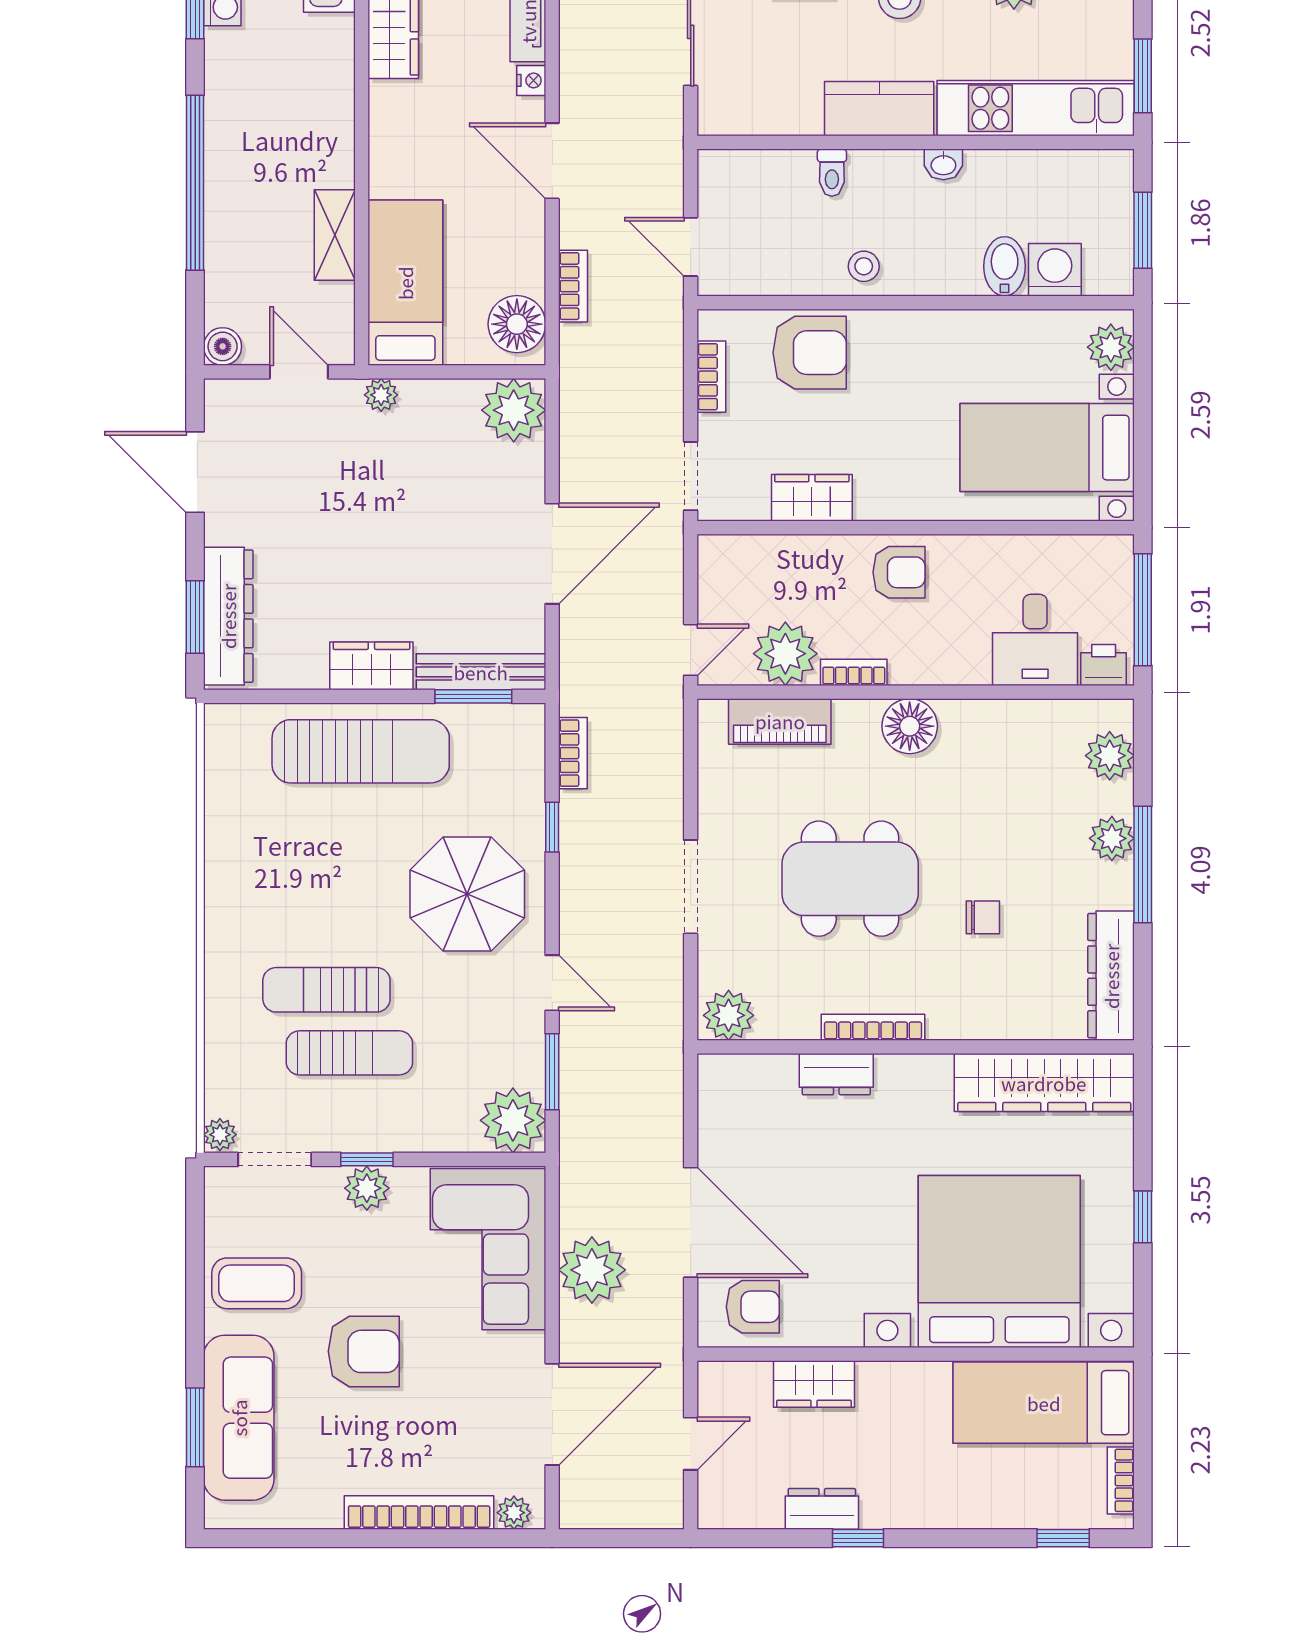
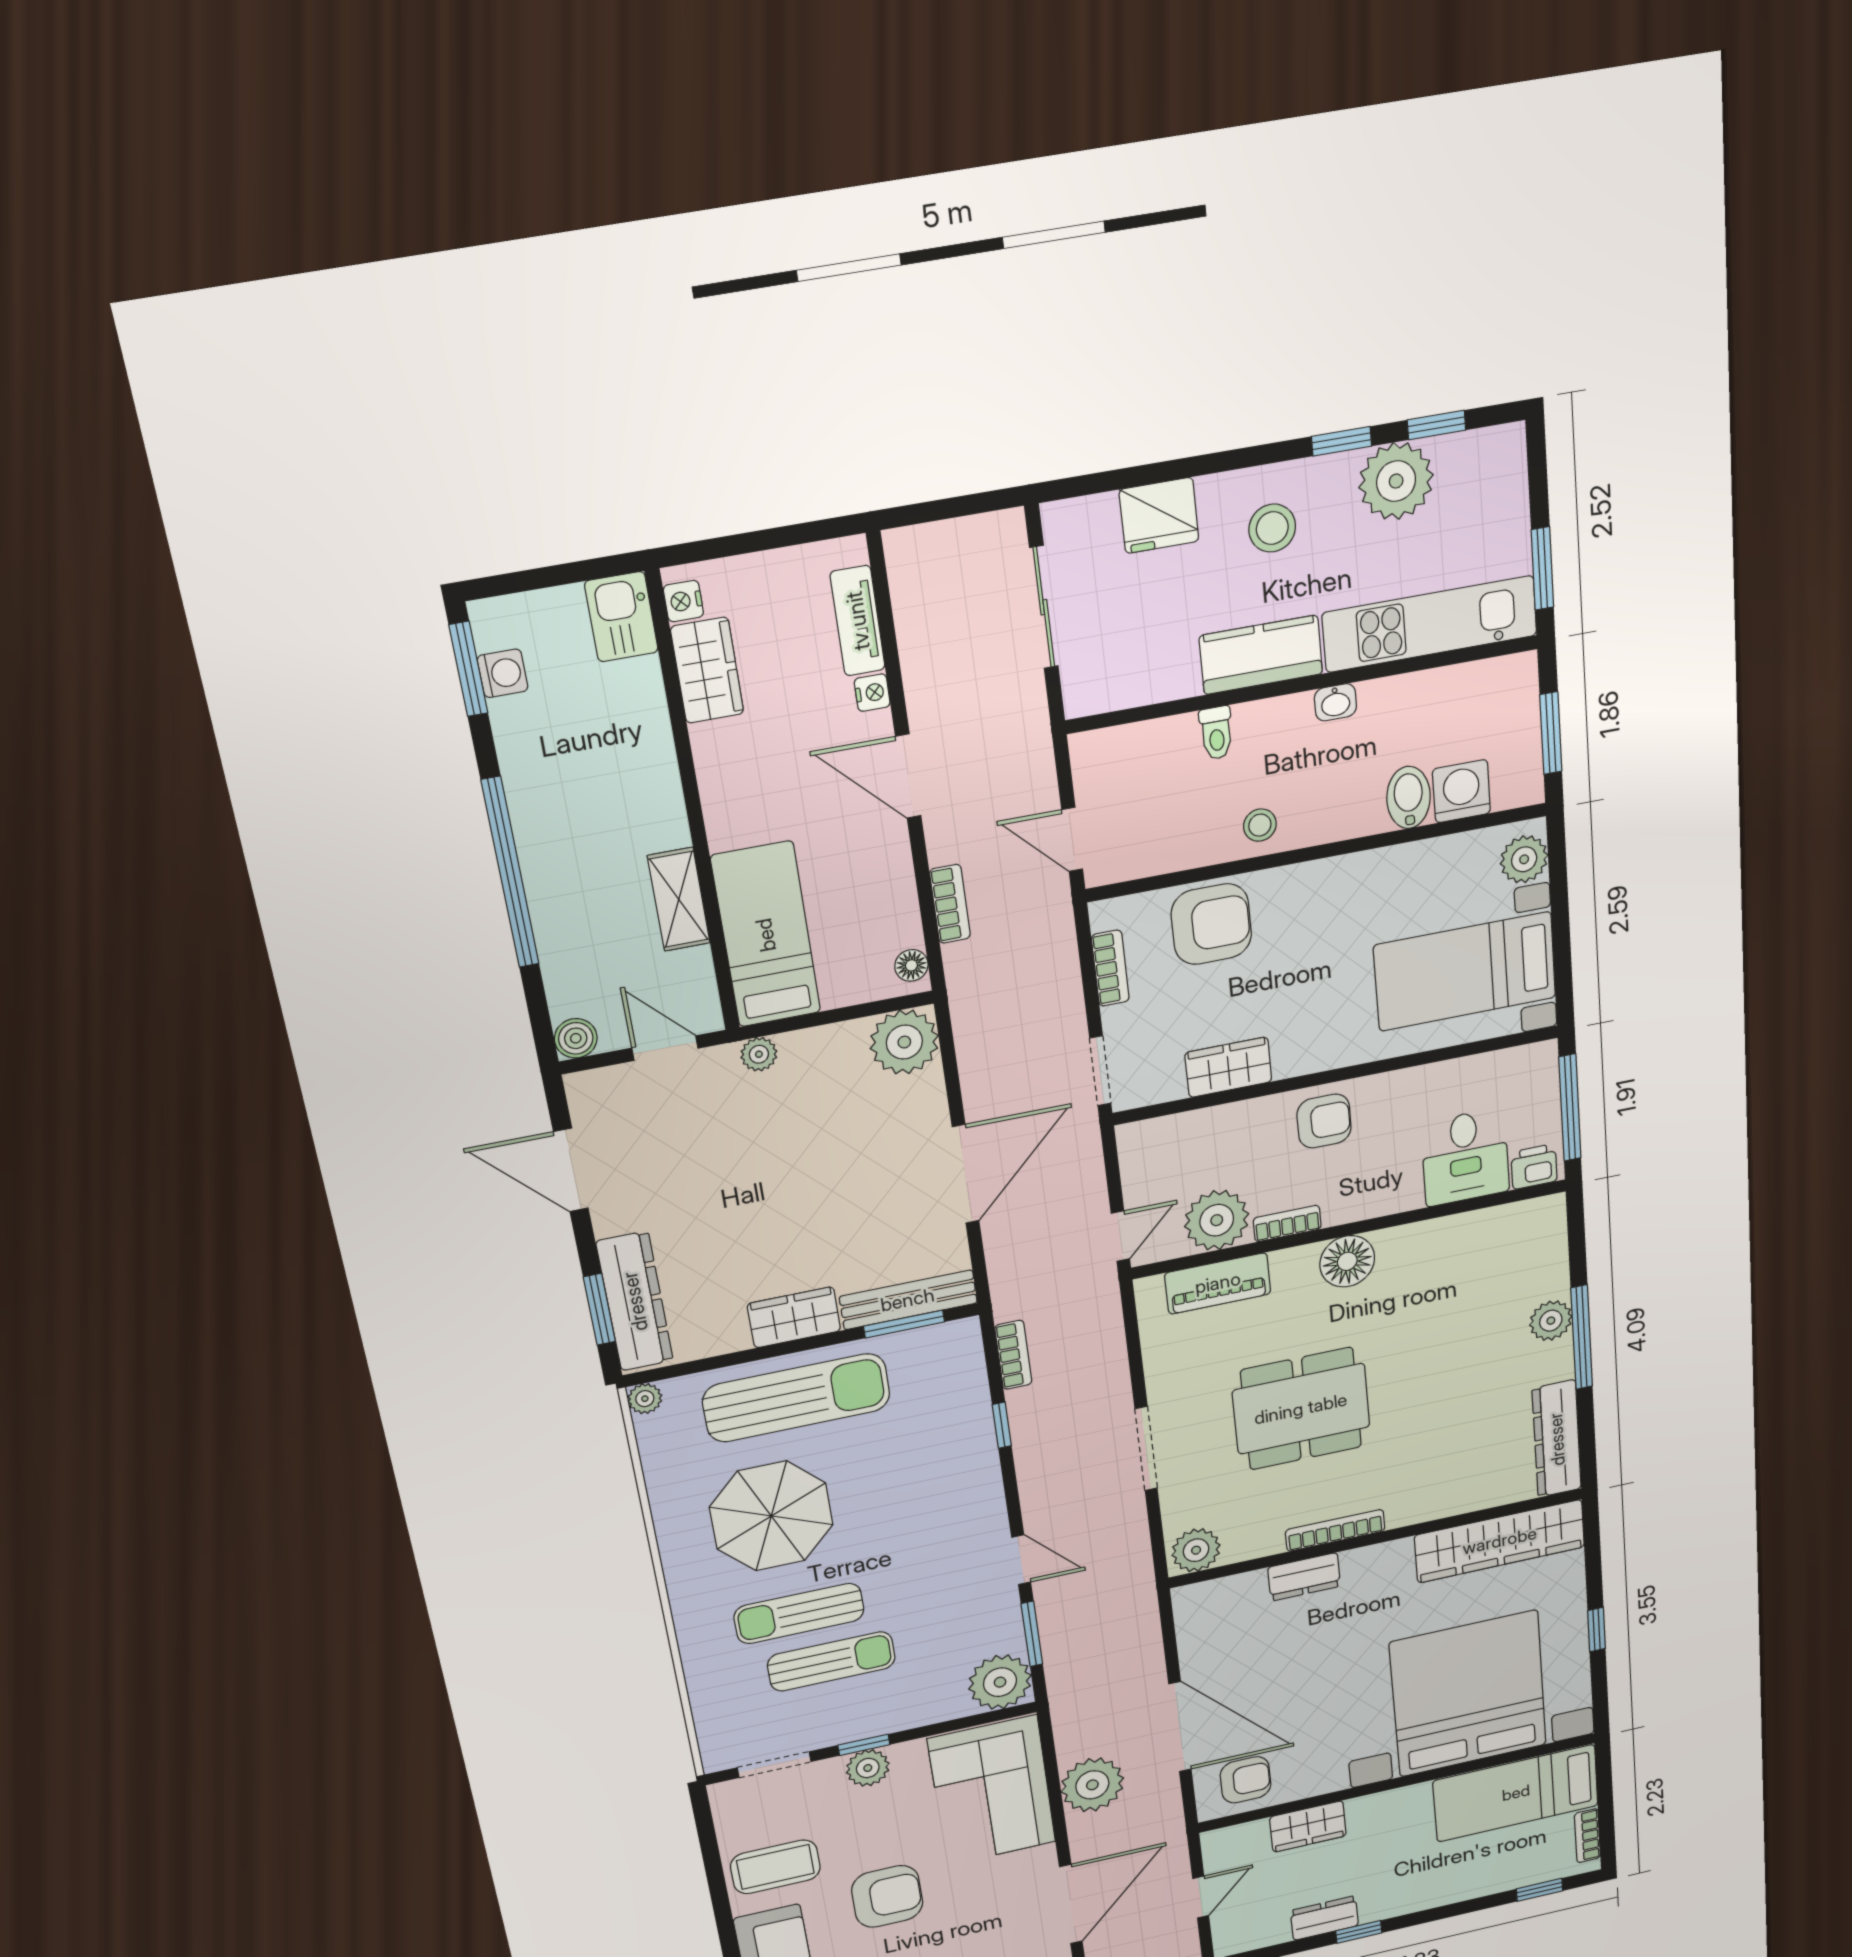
floor lamp: (517, 324) -> (911, 965), width x0.53, depth x0.53
plant: (1110, 756) -> (1545, 1248), removed
parasol: (467, 894) -> (771, 1516), moved
chair: (983, 917) -> (1432, 1415), removed
plant: (220, 1135) -> (645, 1399), moved

